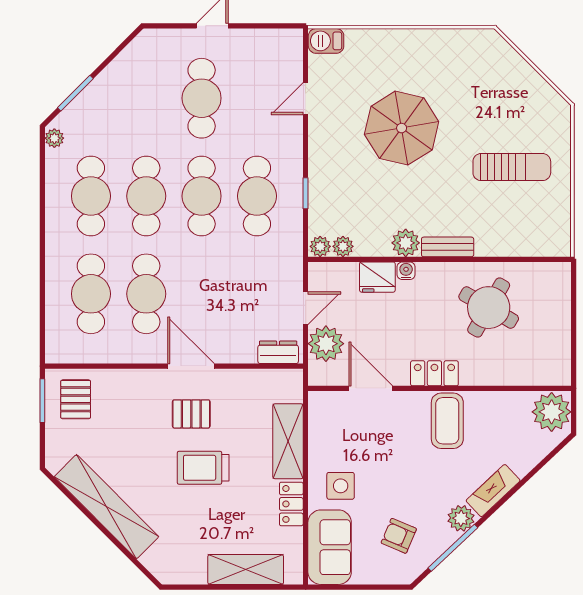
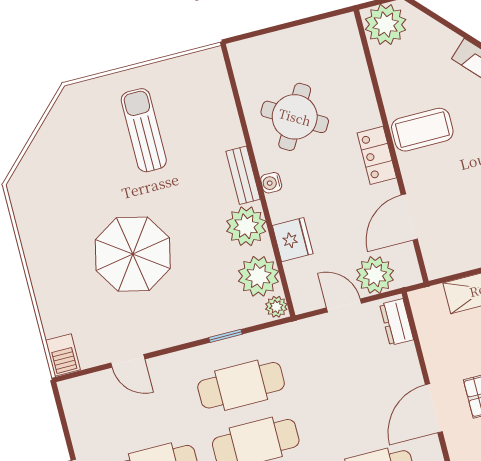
plant: (406, 243) -> (246, 226), width x1.36, depth x1.36
plant: (343, 246) -> (258, 276), width x1.88, depth x1.88
water cooler: (406, 271) -> (271, 183), moved

